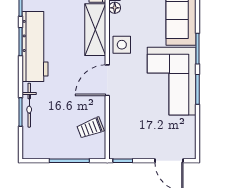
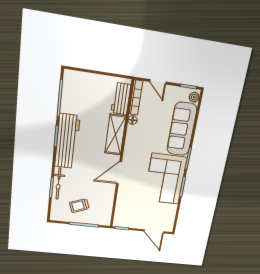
side table: (122, 45) -> (134, 148), removed
trolley: (90, 128) -> (79, 206), moved

